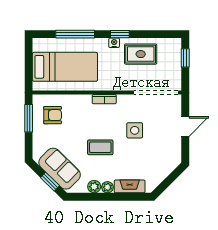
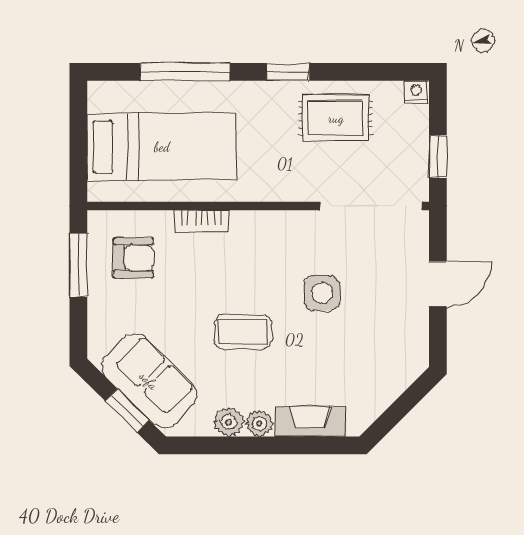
nightstand: (114, 43) -> (416, 92), moved
window: (185, 58) -> (438, 157), moved
bookcase: (104, 99) -> (201, 221), moved

